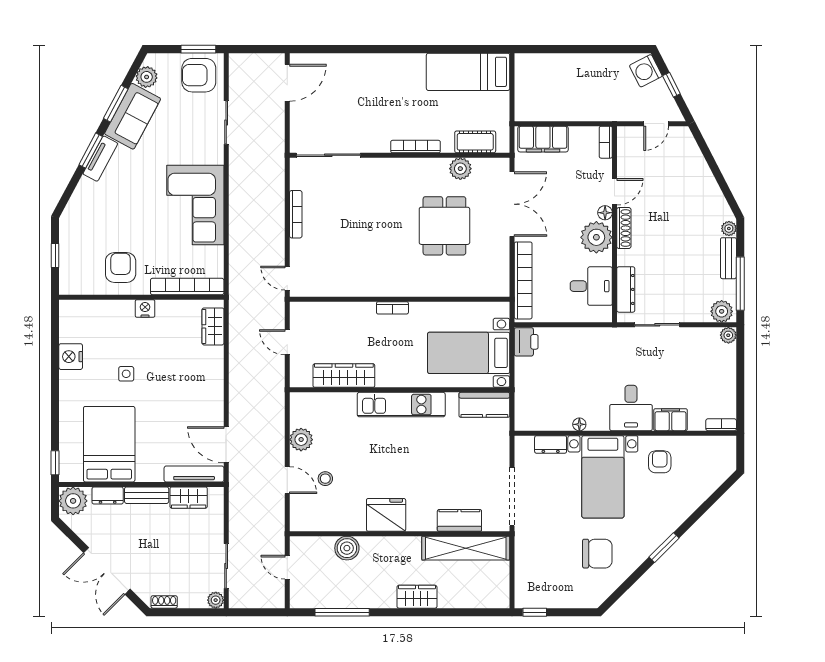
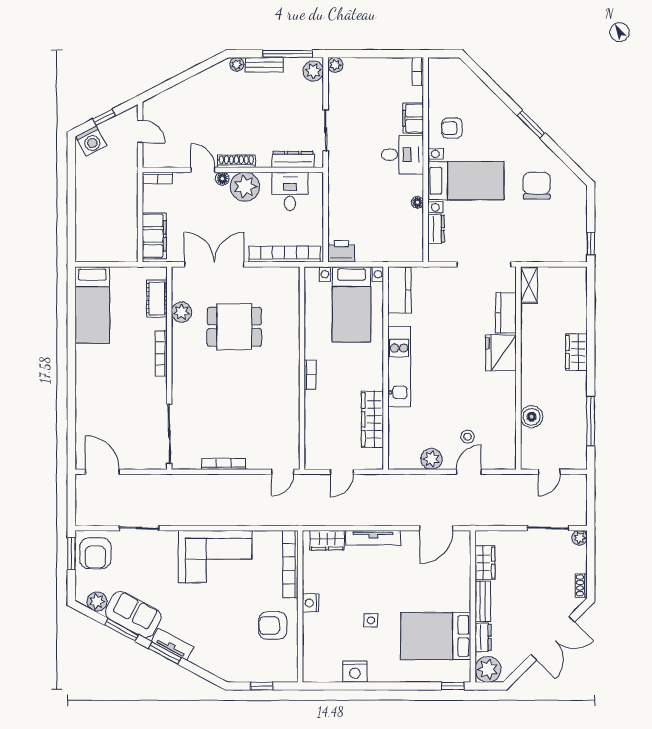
tv unit: (194, 474) -> (373, 538), moved, turned -90
fridge: (386, 515) -> (501, 353), moved
shelving: (466, 548) -> (529, 285), width x0.45, depth x0.75

